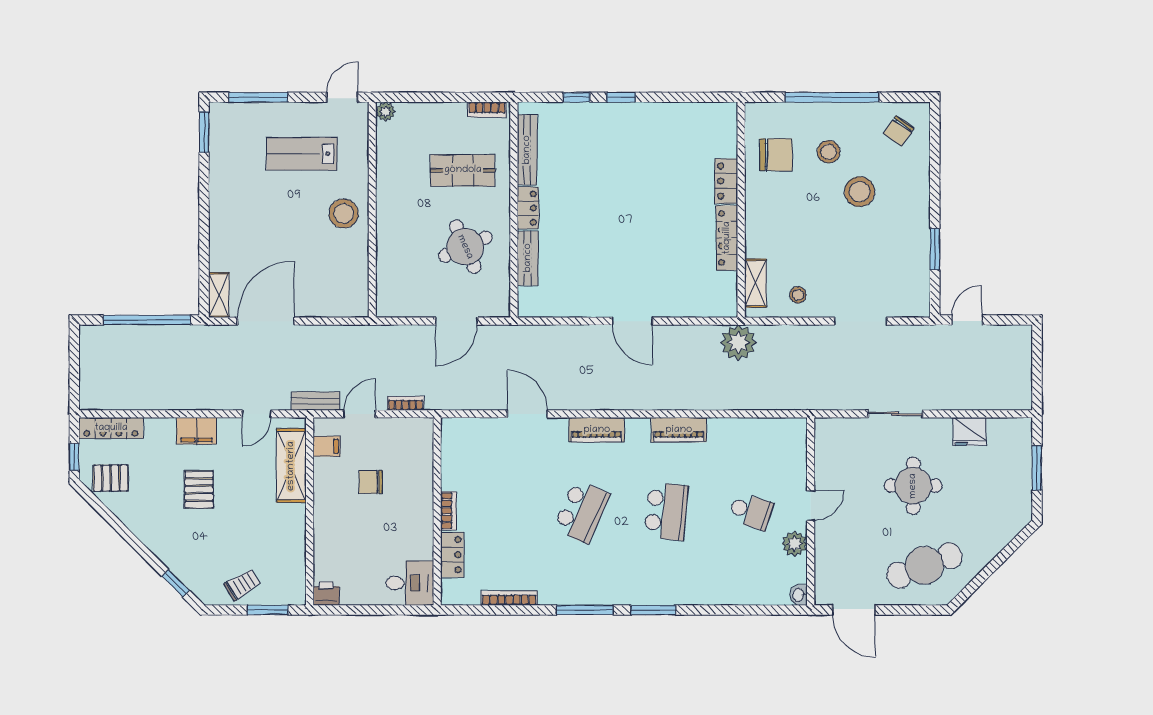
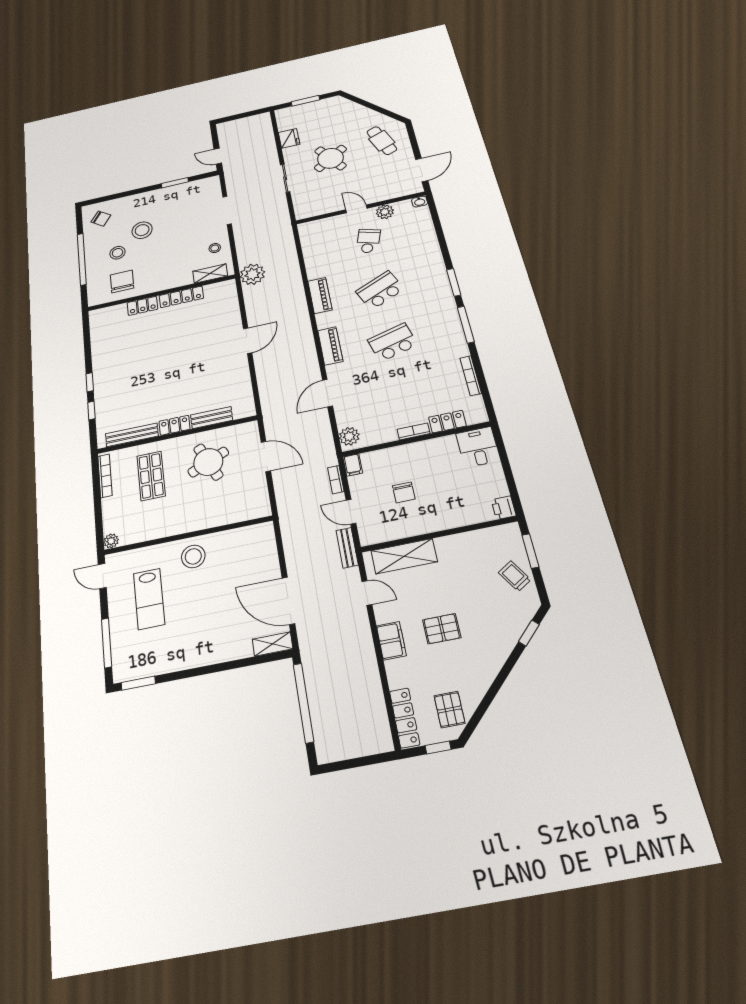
bookcase: (487, 110) -> (105, 476), width x1.56
plant: (460, 430) -> (349, 436), added
filing cabinet: (327, 446) -> (353, 465), moved, turned 180
round table: (913, 486) -> (330, 158), turned -34
school desk: (582, 511) -> (393, 342), turned -39
school desk: (666, 511) -> (380, 290), turned -30
cafe table: (924, 565) -> (382, 141), width x0.73, depth x0.74

